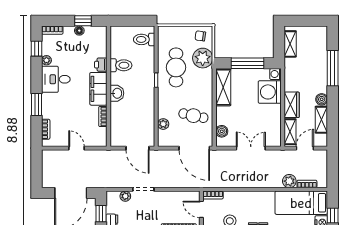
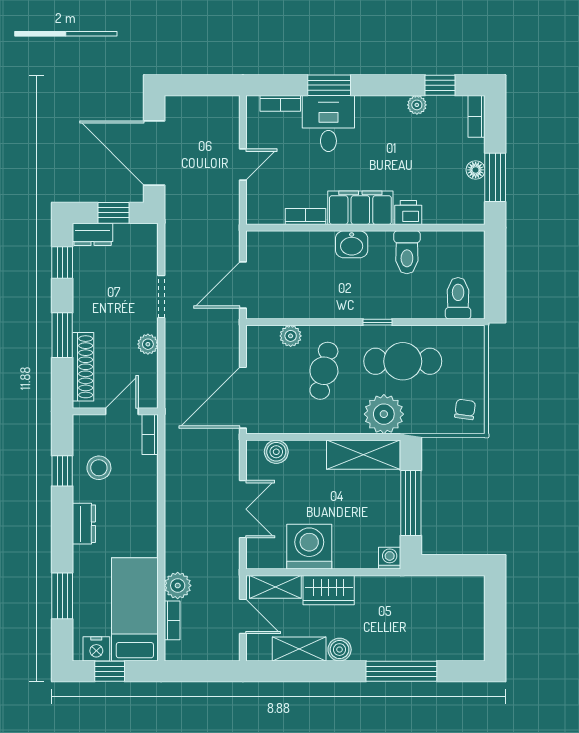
window: (83, 21) -> (495, 177), width x1.50
shelving: (290, 44) -> (449, 587), removed
plant: (203, 58) -> (384, 414), moved
desk: (56, 79) -> (328, 124), moved
washing machine: (270, 92) -> (309, 547), moved
cafe table: (193, 116) -> (324, 371), moved
plant: (125, 196) -> (148, 344), moved

